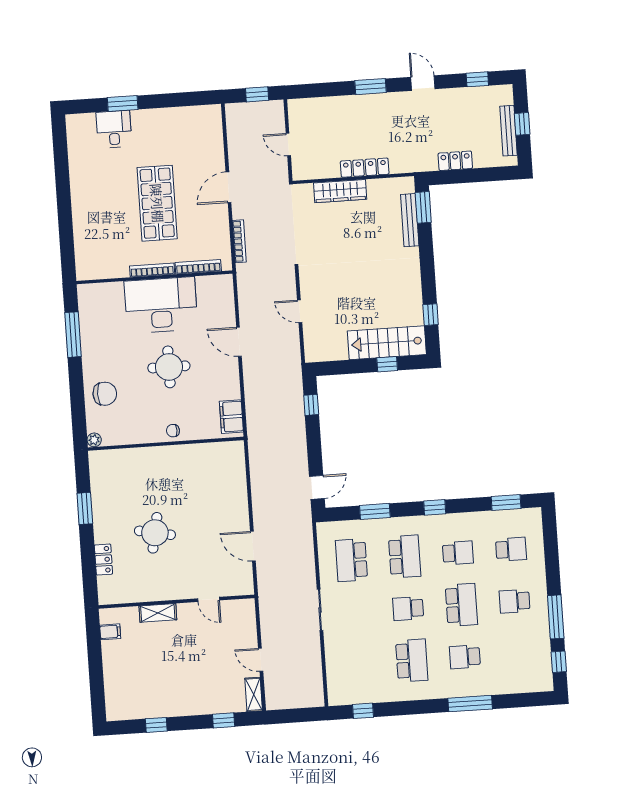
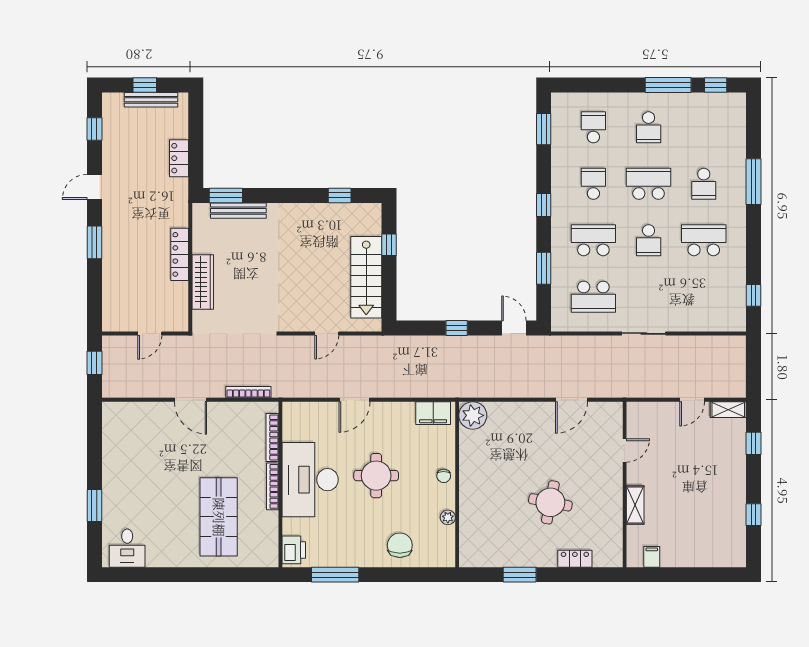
desk: (114, 129) -> (127, 548), moved, turned -90
shop shelf: (157, 203) -> (219, 517), moved, turned 90
printer: (94, 294) -> (294, 550), added
stairs: (387, 343) -> (366, 277), moved
window: (311, 405) -> (457, 328), moved
plant: (94, 440) -> (448, 517), moved
plant: (232, 454) -> (473, 415), added

